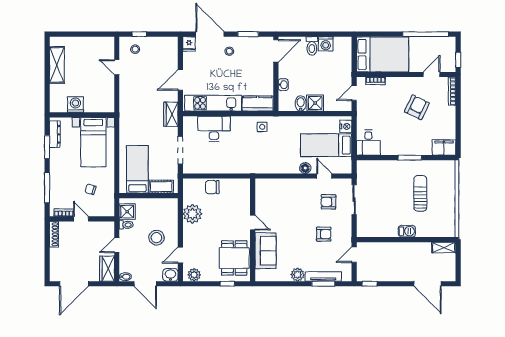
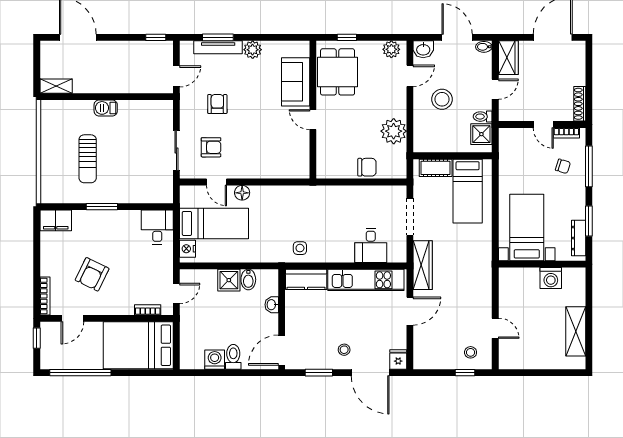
wardrobe: (171, 114) -> (423, 265), width x1.50
desk: (214, 129) -> (371, 245), width x0.73
chair: (91, 189) -> (563, 166), moved
armchair: (324, 234) -> (217, 104), turned 90

